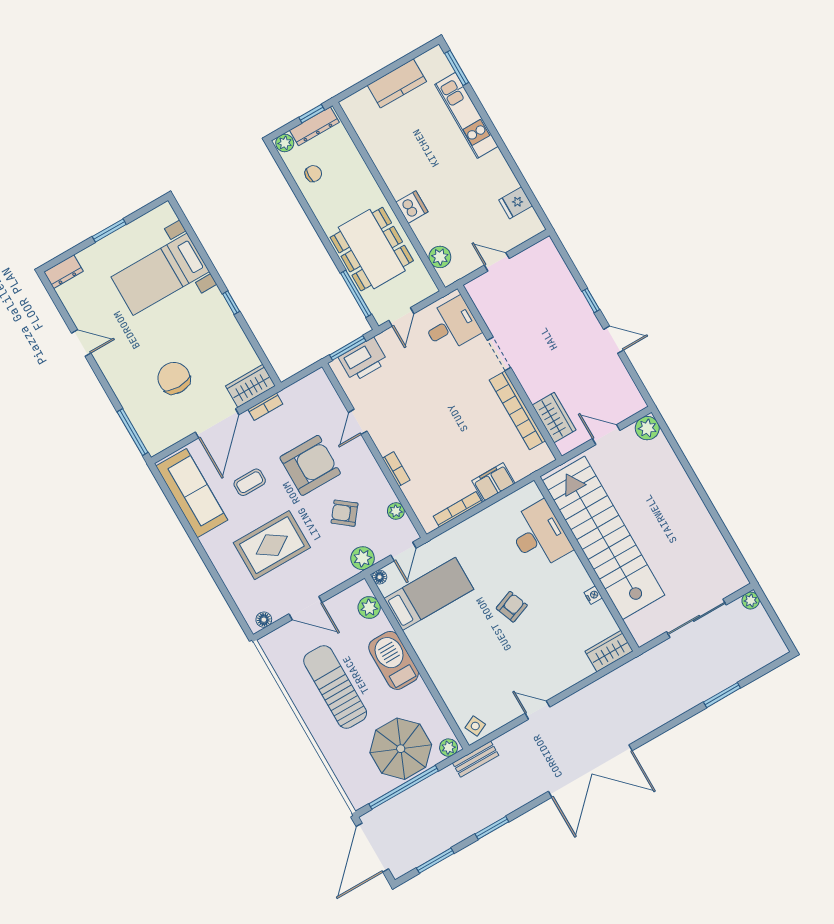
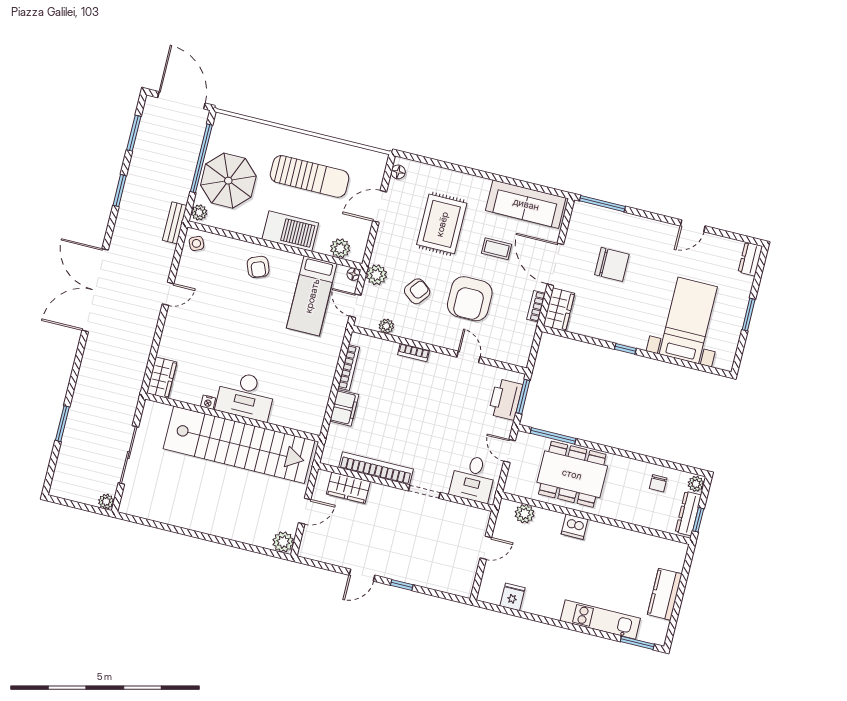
coffee table: (250, 482) -> (497, 249), turned 90
desk: (539, 535) -> (246, 396), moved
armchair: (512, 607) -> (258, 267), moved

